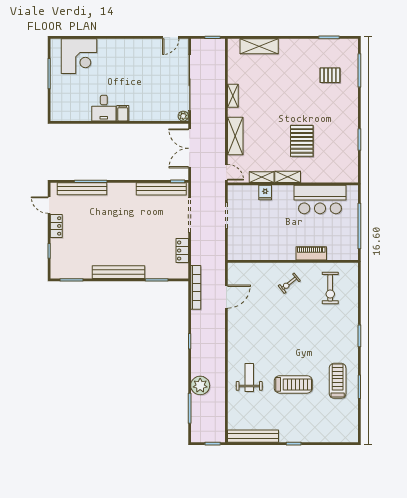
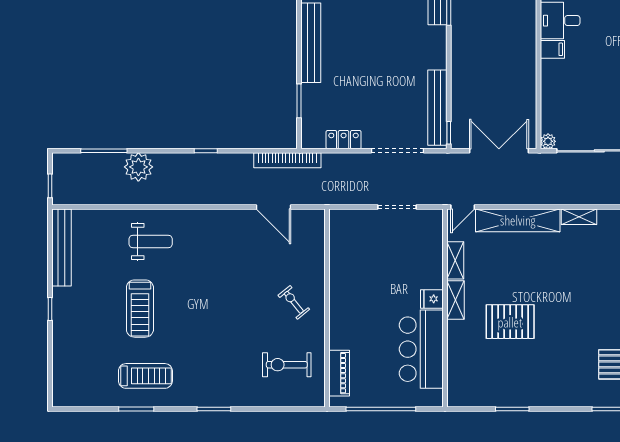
shelving: (235, 136) -> (518, 220), width x1.47
fridge: (265, 192) -> (432, 299), moved
piano: (311, 253) -> (339, 373), moved

